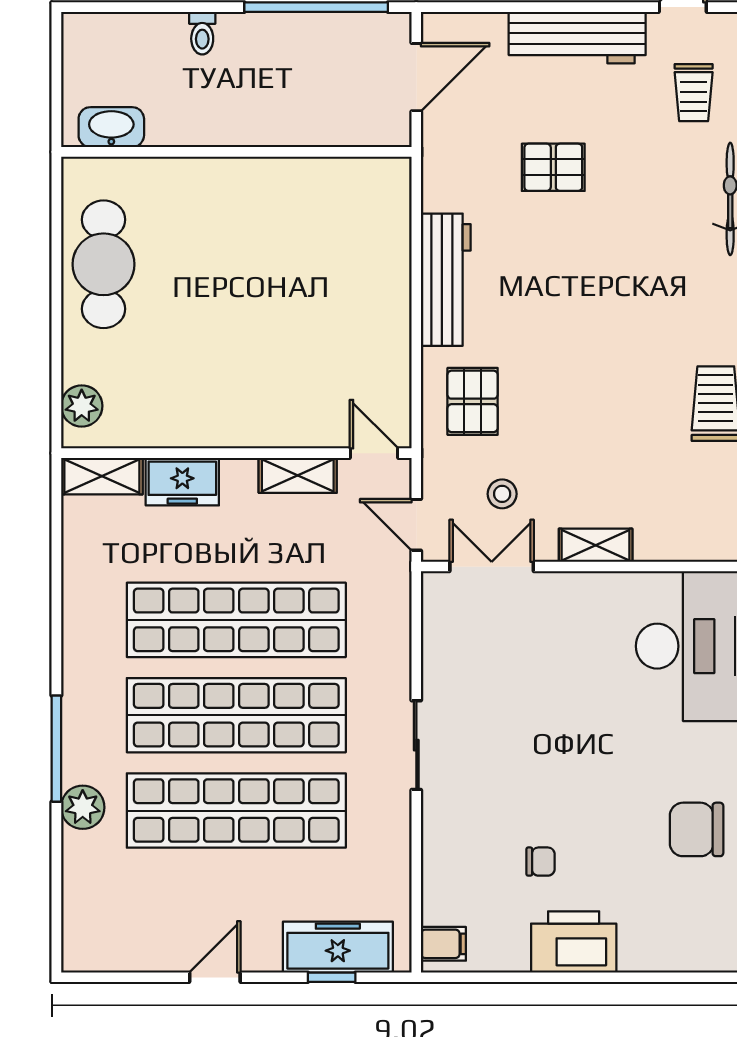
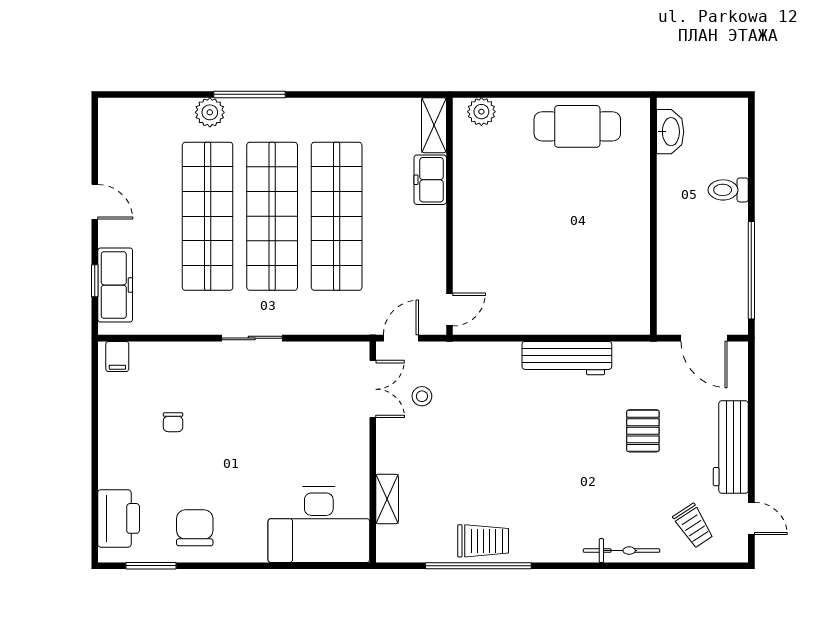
toilet: (202, 33) -> (728, 190), width x1.37, depth x1.39
trolley: (694, 93) -> (694, 526), turned -123
pallet: (473, 401) -> (484, 376), removed
shelving: (298, 475) -> (434, 258), removed
shelving: (596, 545) -> (387, 499), moved
printer: (574, 942) -> (119, 518), moved

